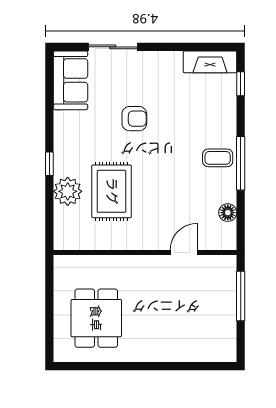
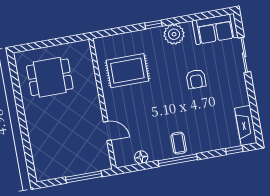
plant: (68, 191) -> (174, 34), moved
rug: (112, 191) -> (127, 71), moved

